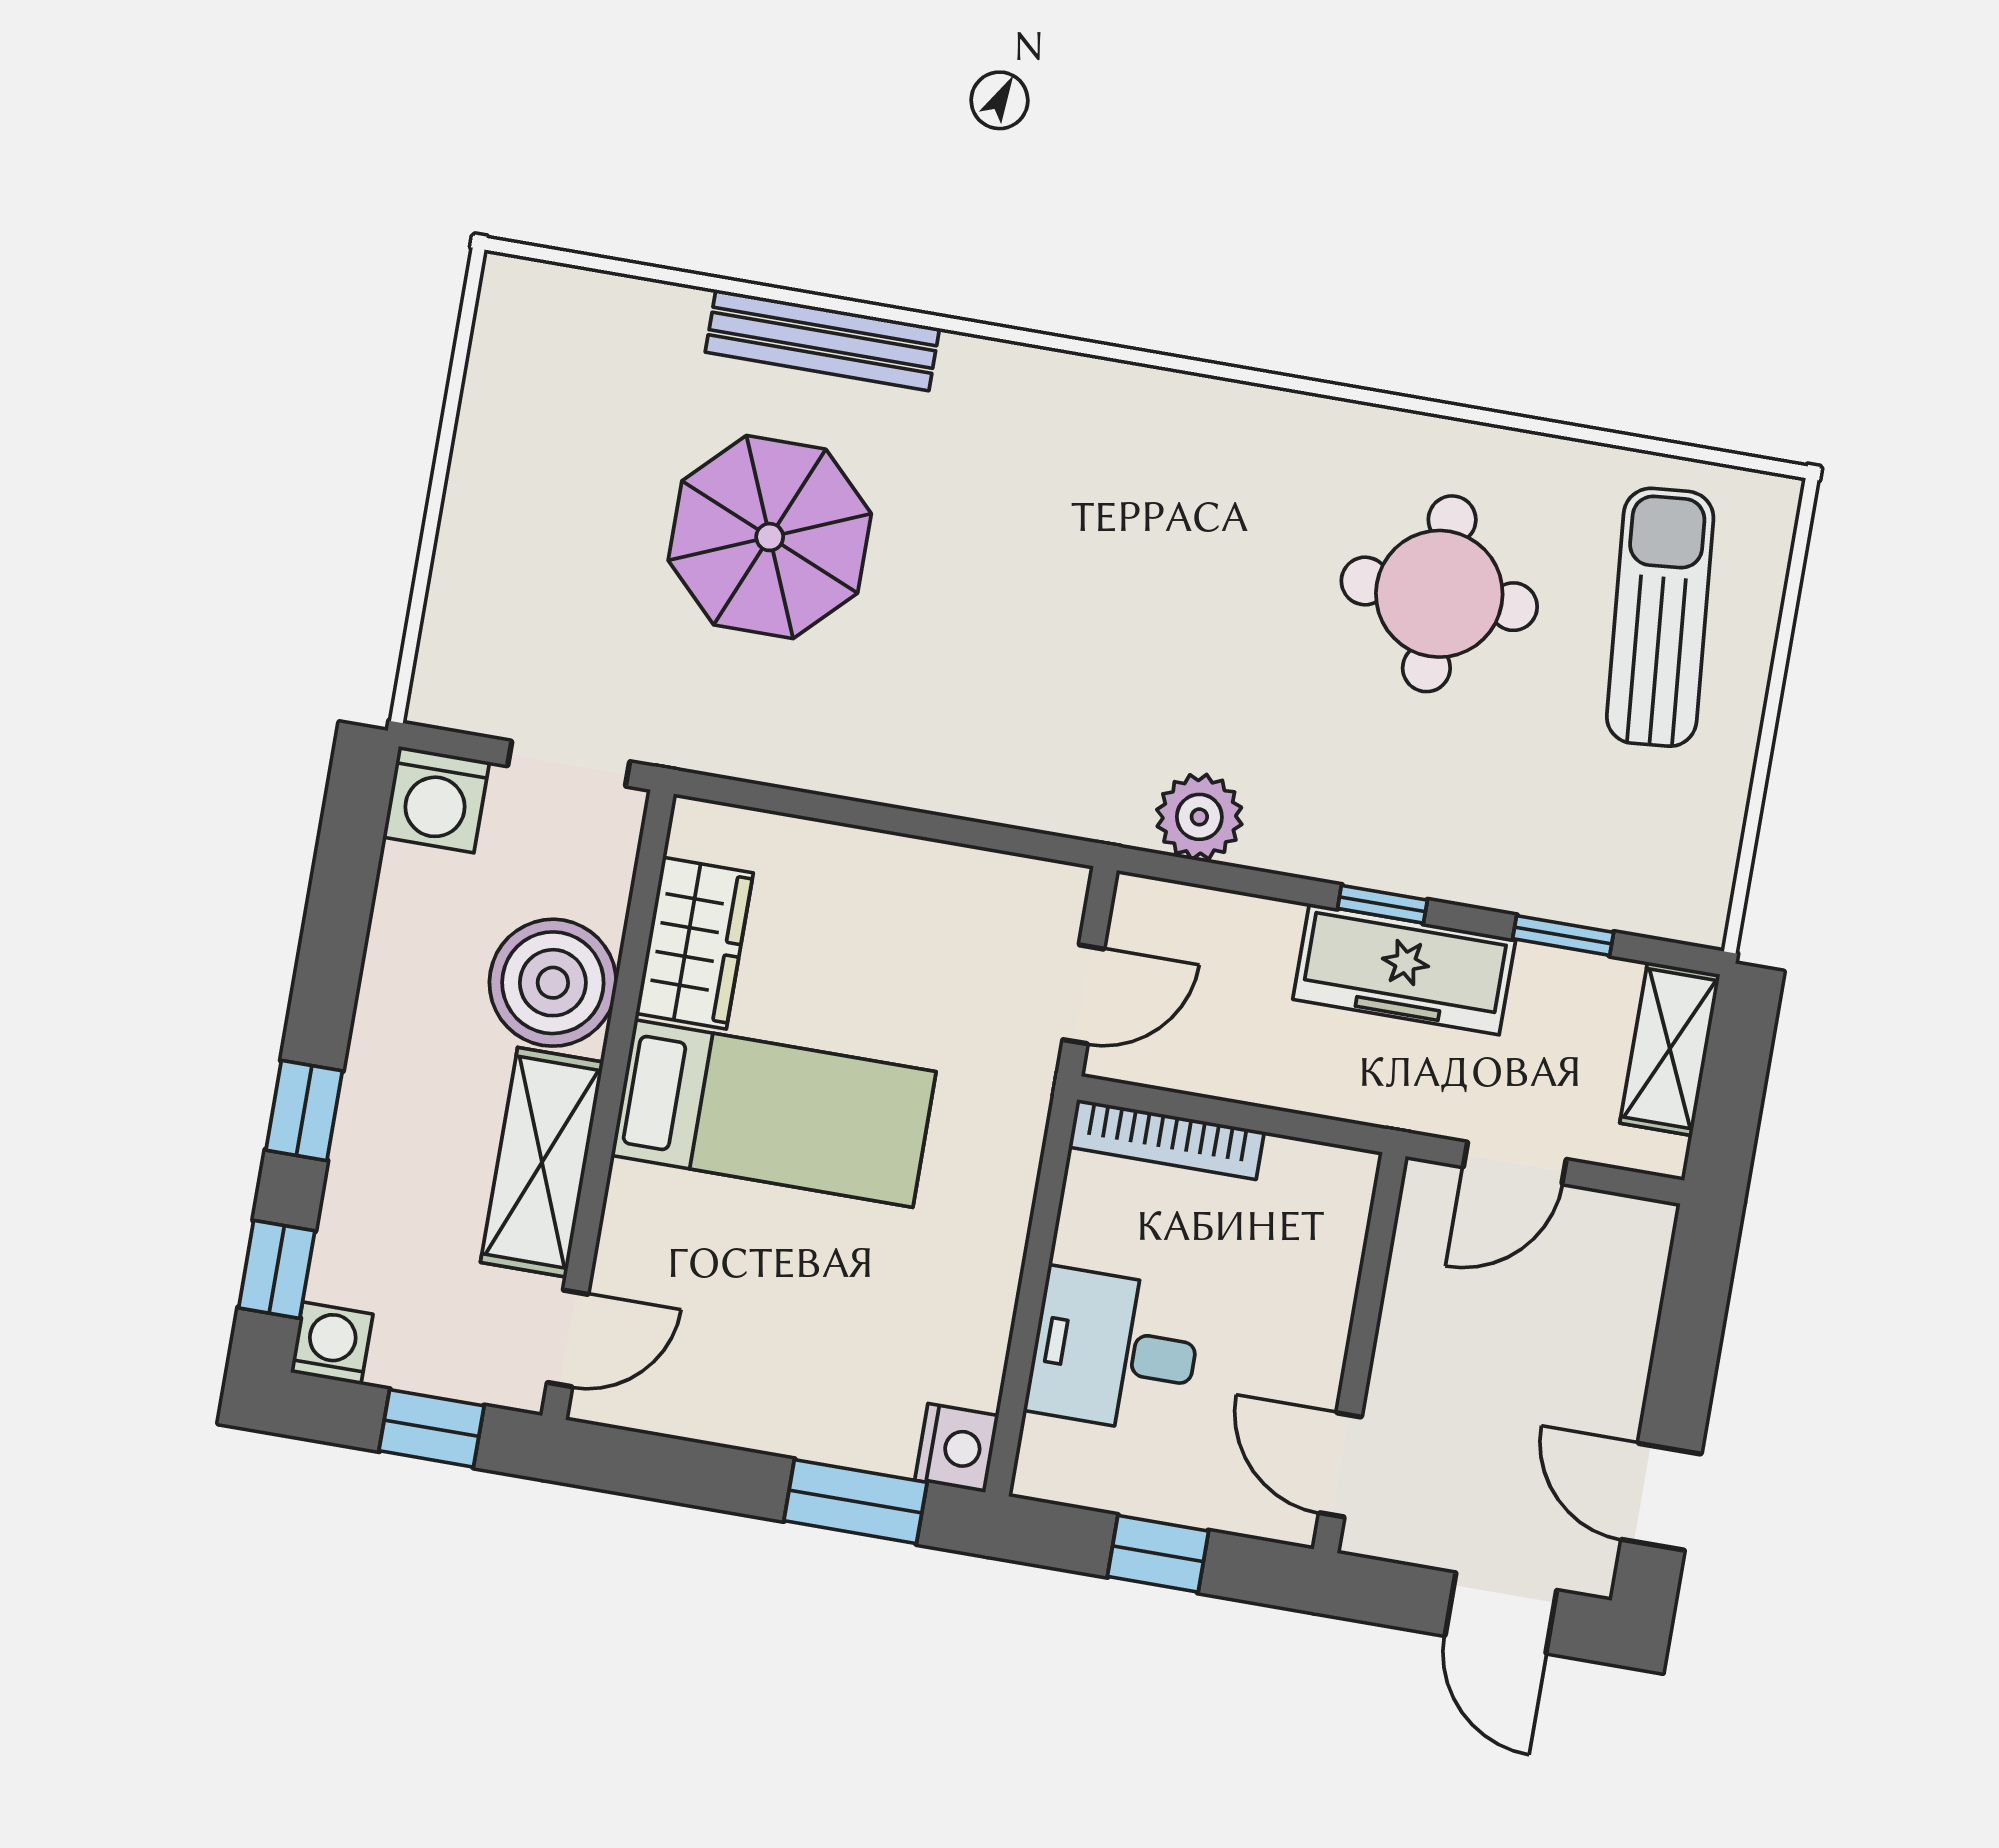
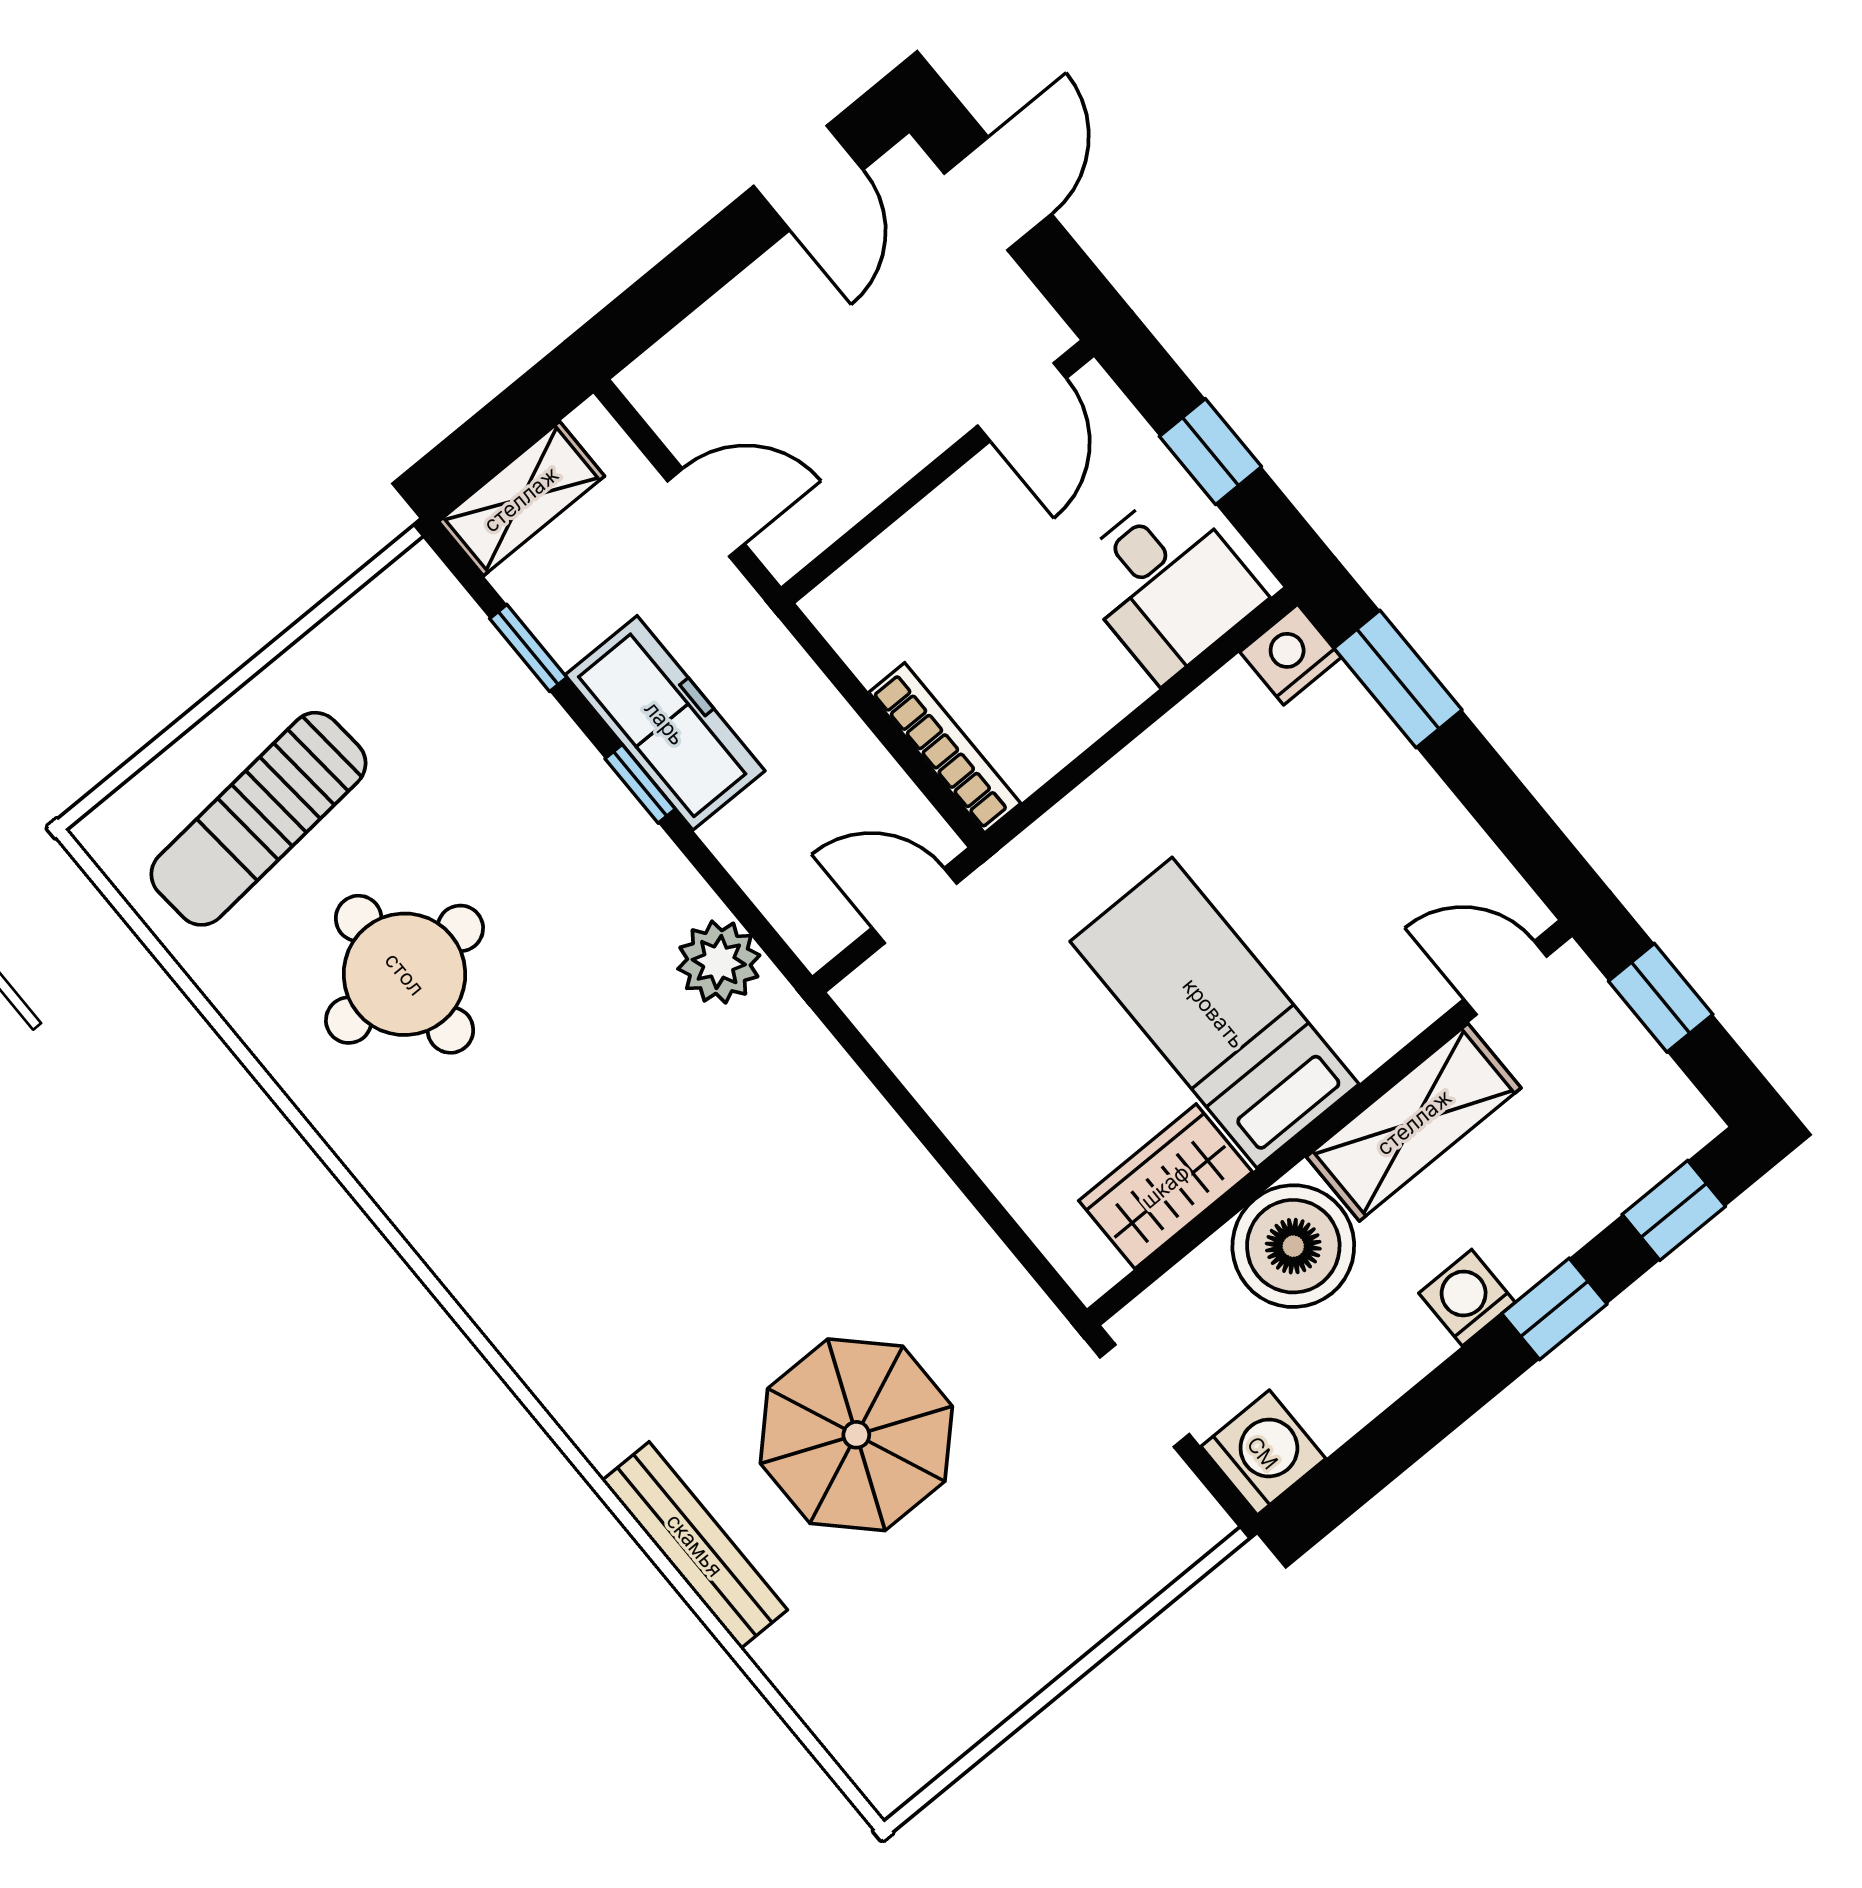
washing machine: (332, 1343) -> (1467, 1298), moved, turned 90
desk: (1115, 1351) -> (1167, 584), moved

